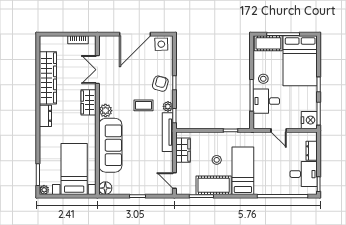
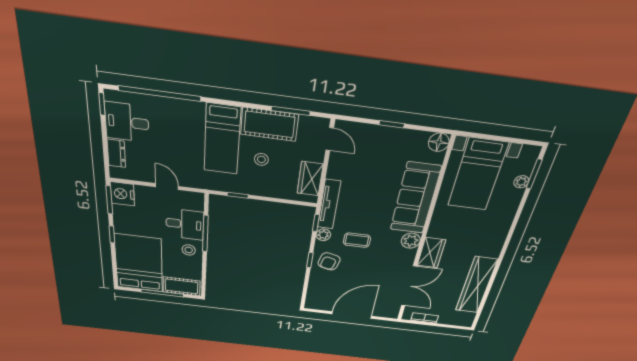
side table: (161, 44) -> (320, 302), removed
double door: (97, 70) -> (409, 286), width x1.37
dresser: (45, 116) -> (495, 245), removed
plant: (44, 190) -> (521, 182), moved

